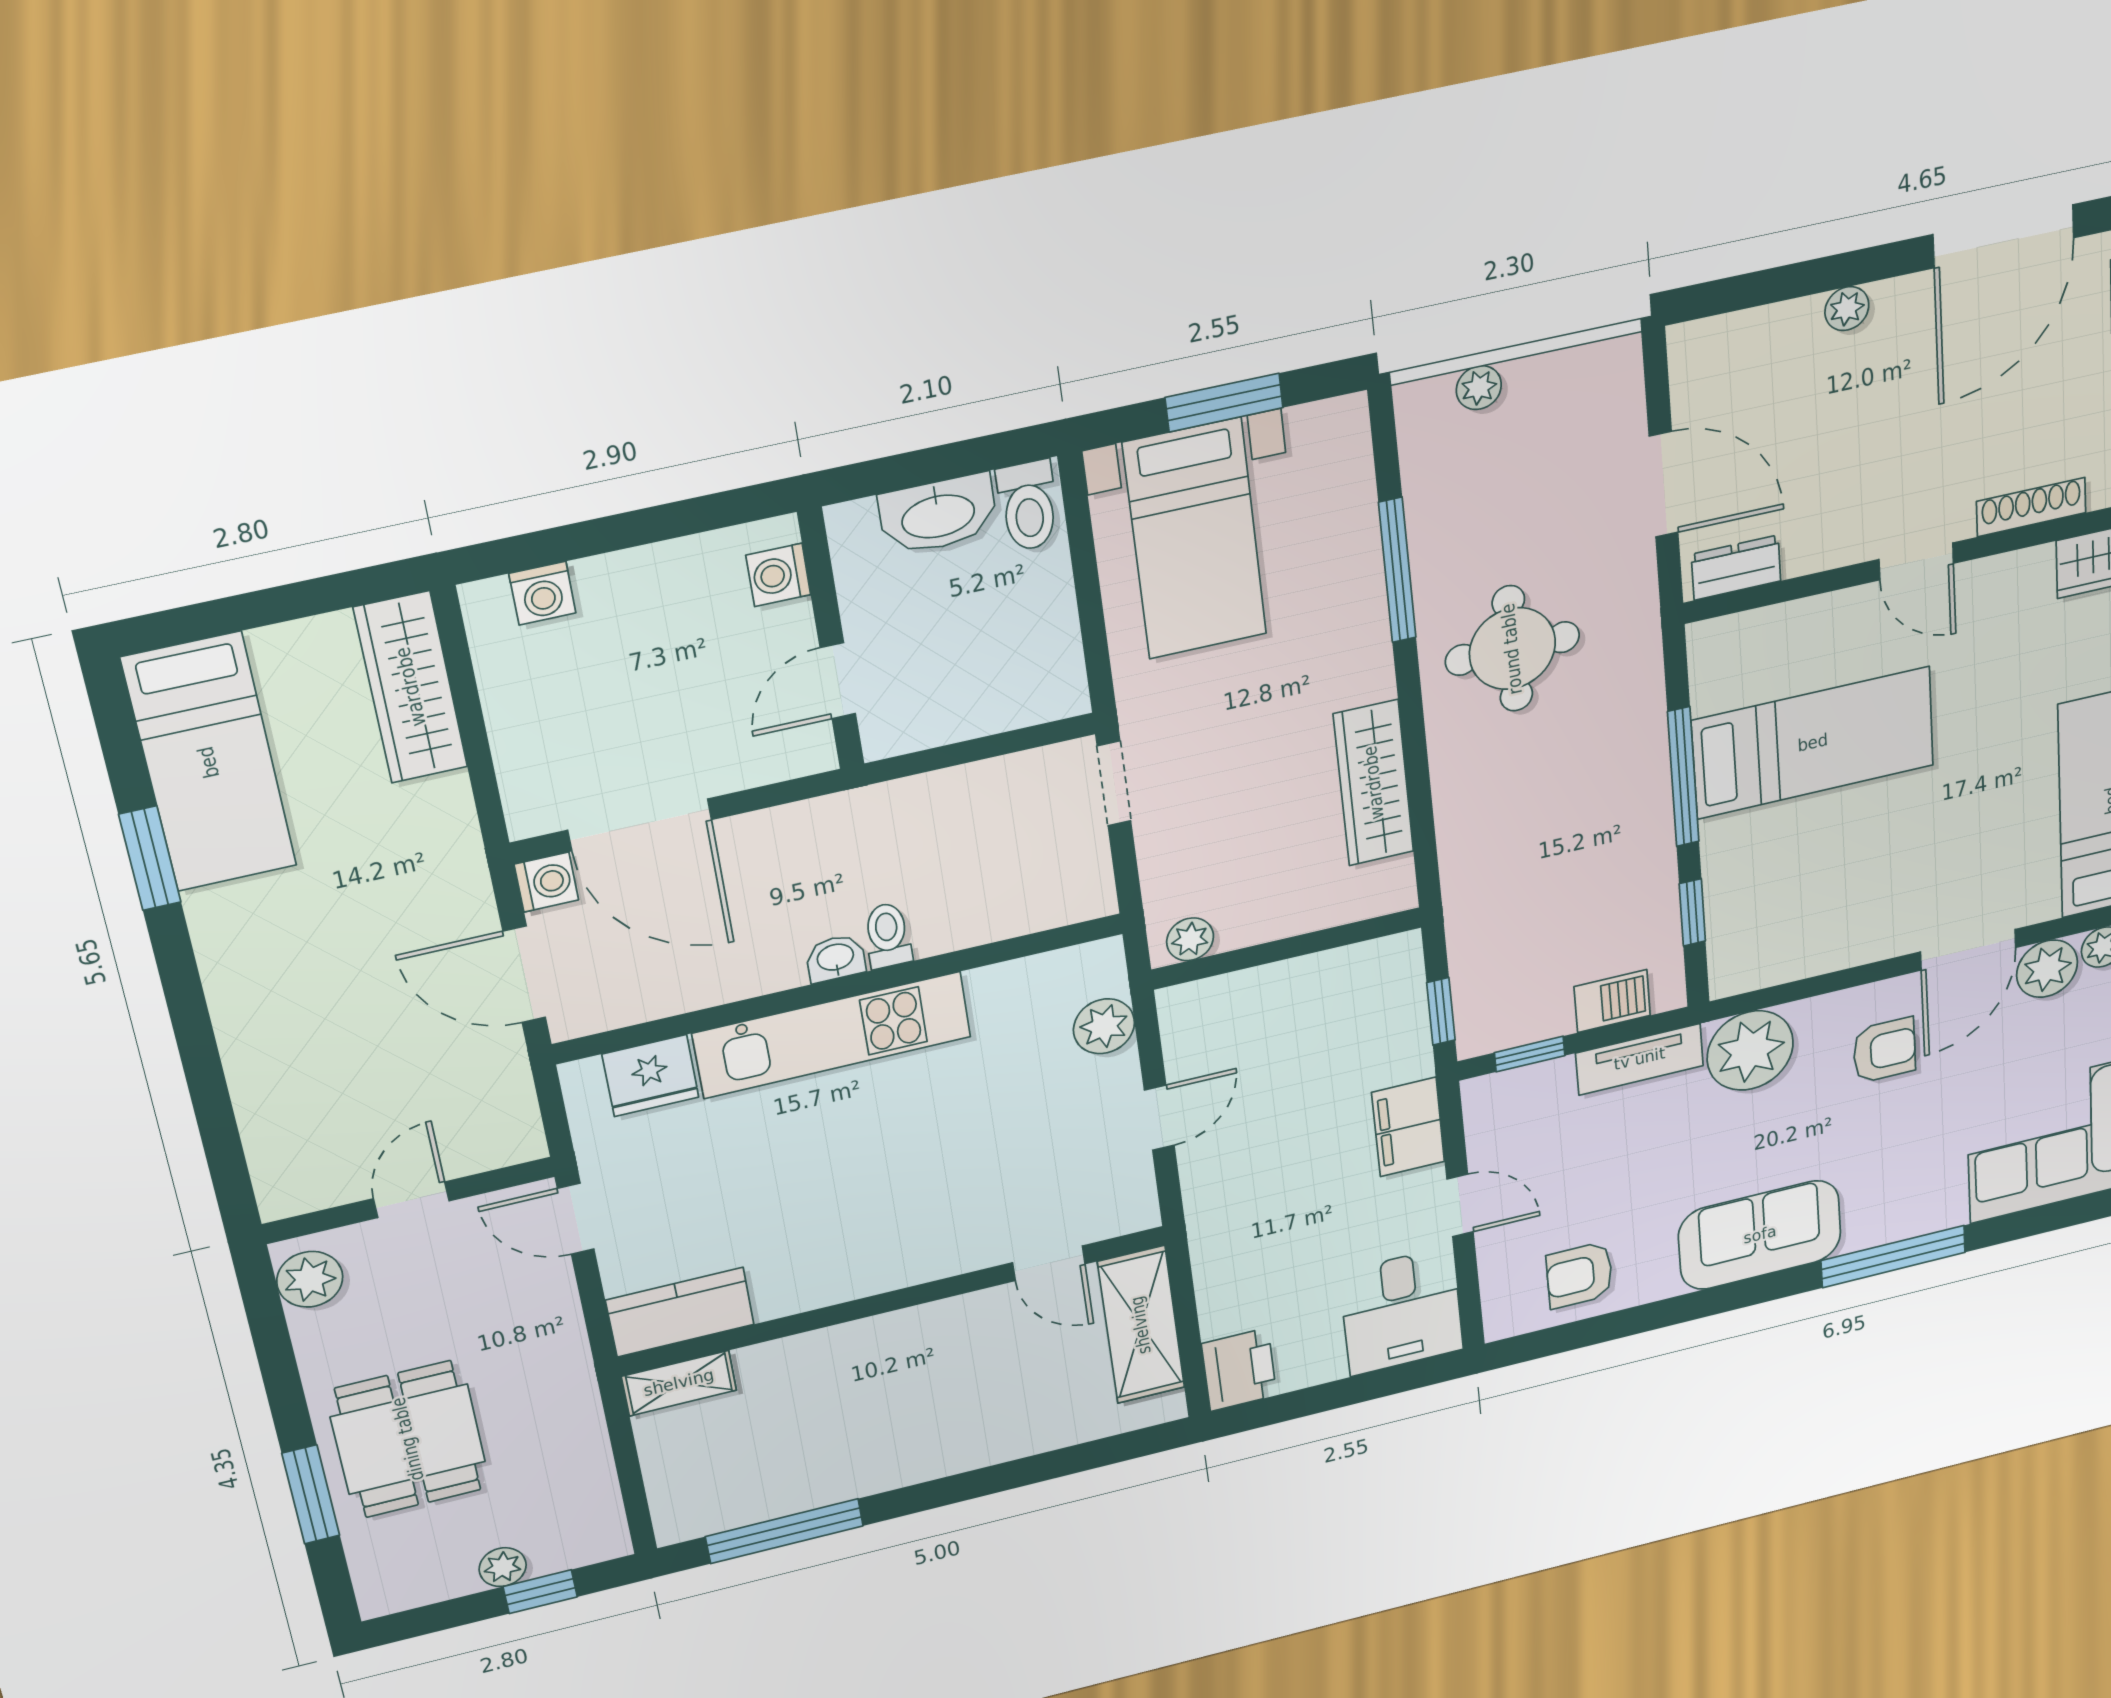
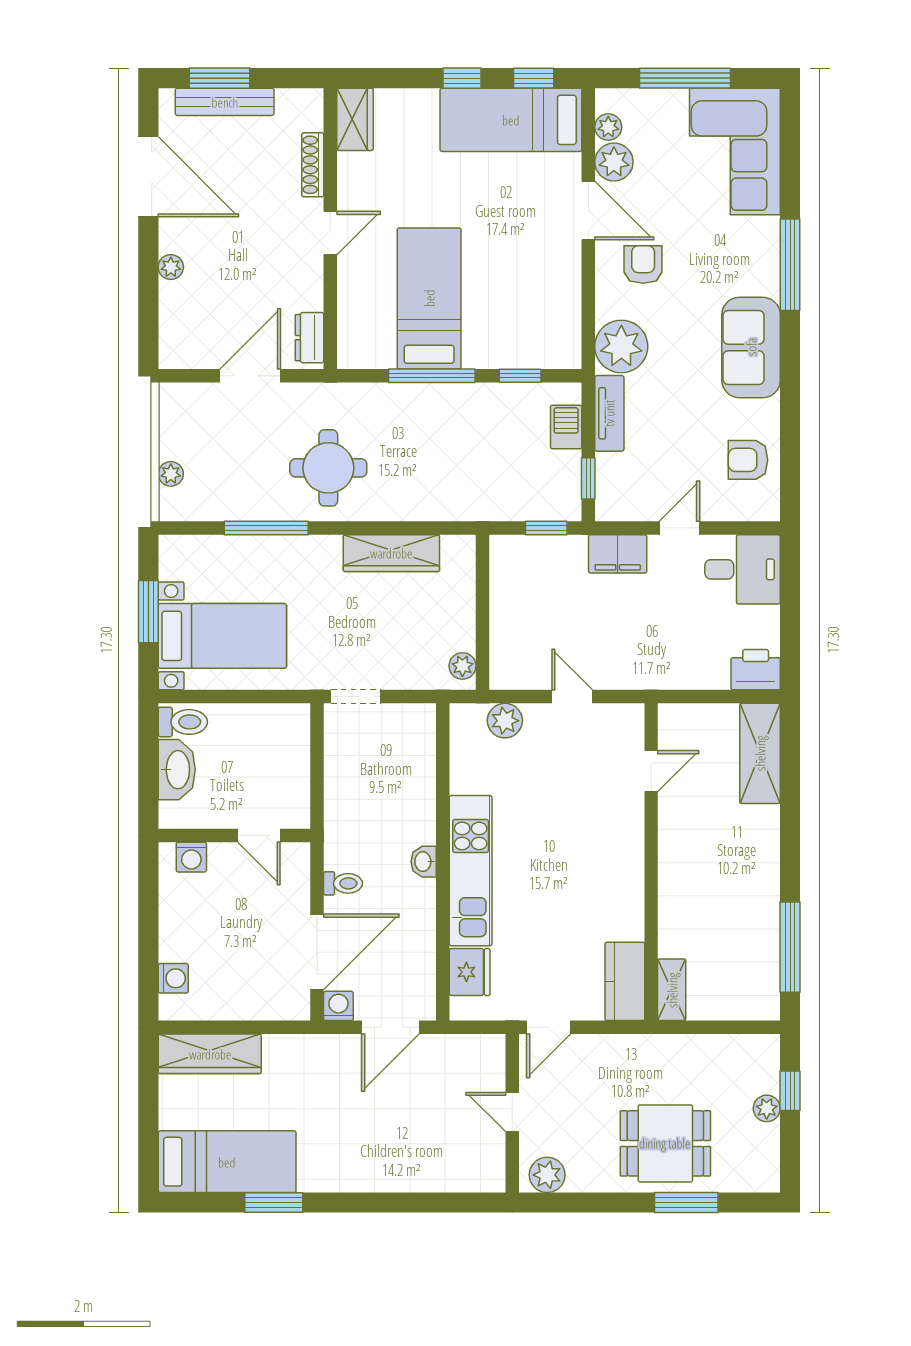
toilet: (888, 935) -> (343, 883), moved, turned 180
armchair: (1579, 1275) -> (748, 460), turned 90
shelving: (1141, 1325) -> (760, 753), moved, turned 90

